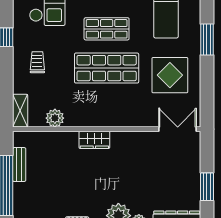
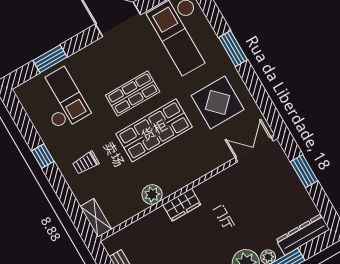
trolley: (37, 62) -> (86, 163), turned -90
plant: (55, 118) -> (152, 195), moved
window: (207, 187) -> (304, 171), moved

